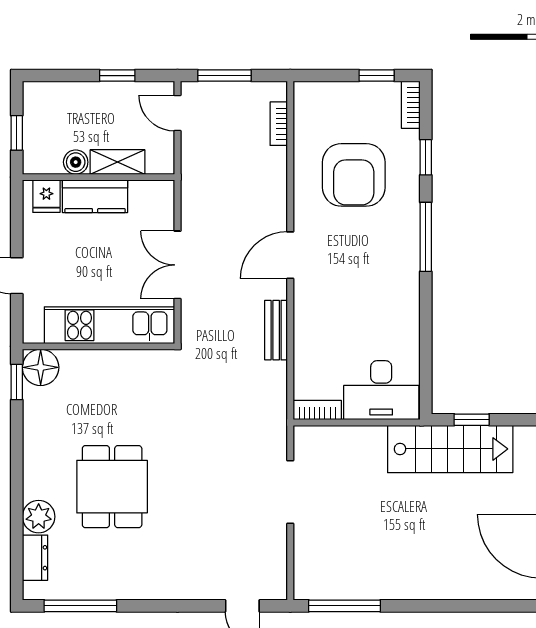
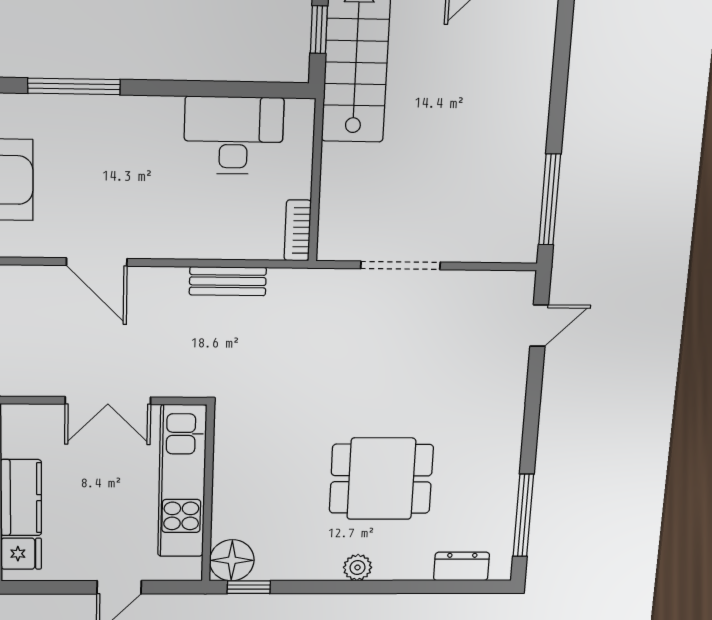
bench: (276, 330) -> (228, 281), moved
desk: (381, 390) -> (234, 136), moved, turned -90
plant: (39, 517) -> (357, 567), moved, width x0.73, depth x0.73

